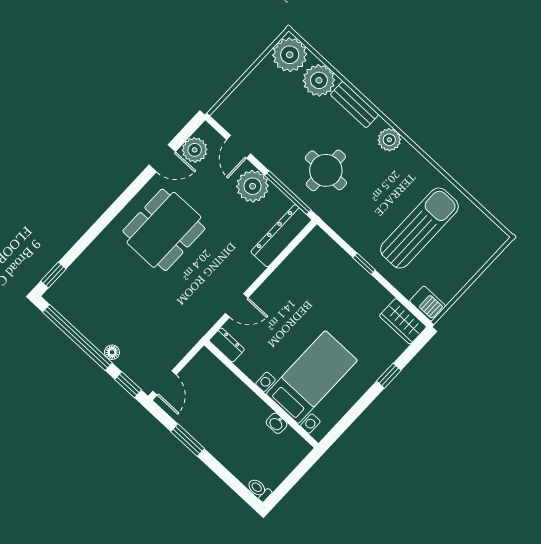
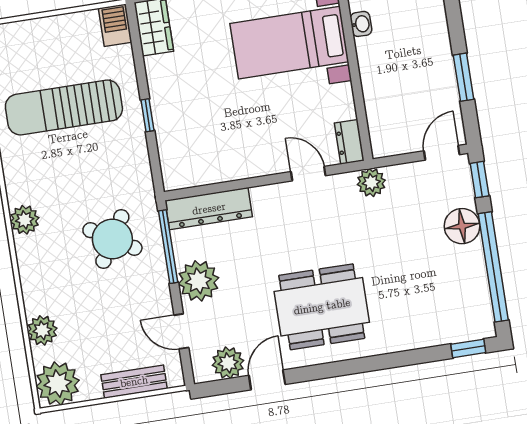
plant: (319, 80) -> (42, 330), width x0.73, depth x0.73
bench: (355, 105) -> (134, 382), moved, turned 90
door: (239, 147) -> (181, 331), swing flipped
door: (162, 158) -> (267, 380), hinge flipped
round table: (326, 170) -> (112, 239), turned 31
plant: (194, 330) -> (371, 182), added
floor lamp: (112, 352) -> (462, 226), width x1.89, depth x1.89

